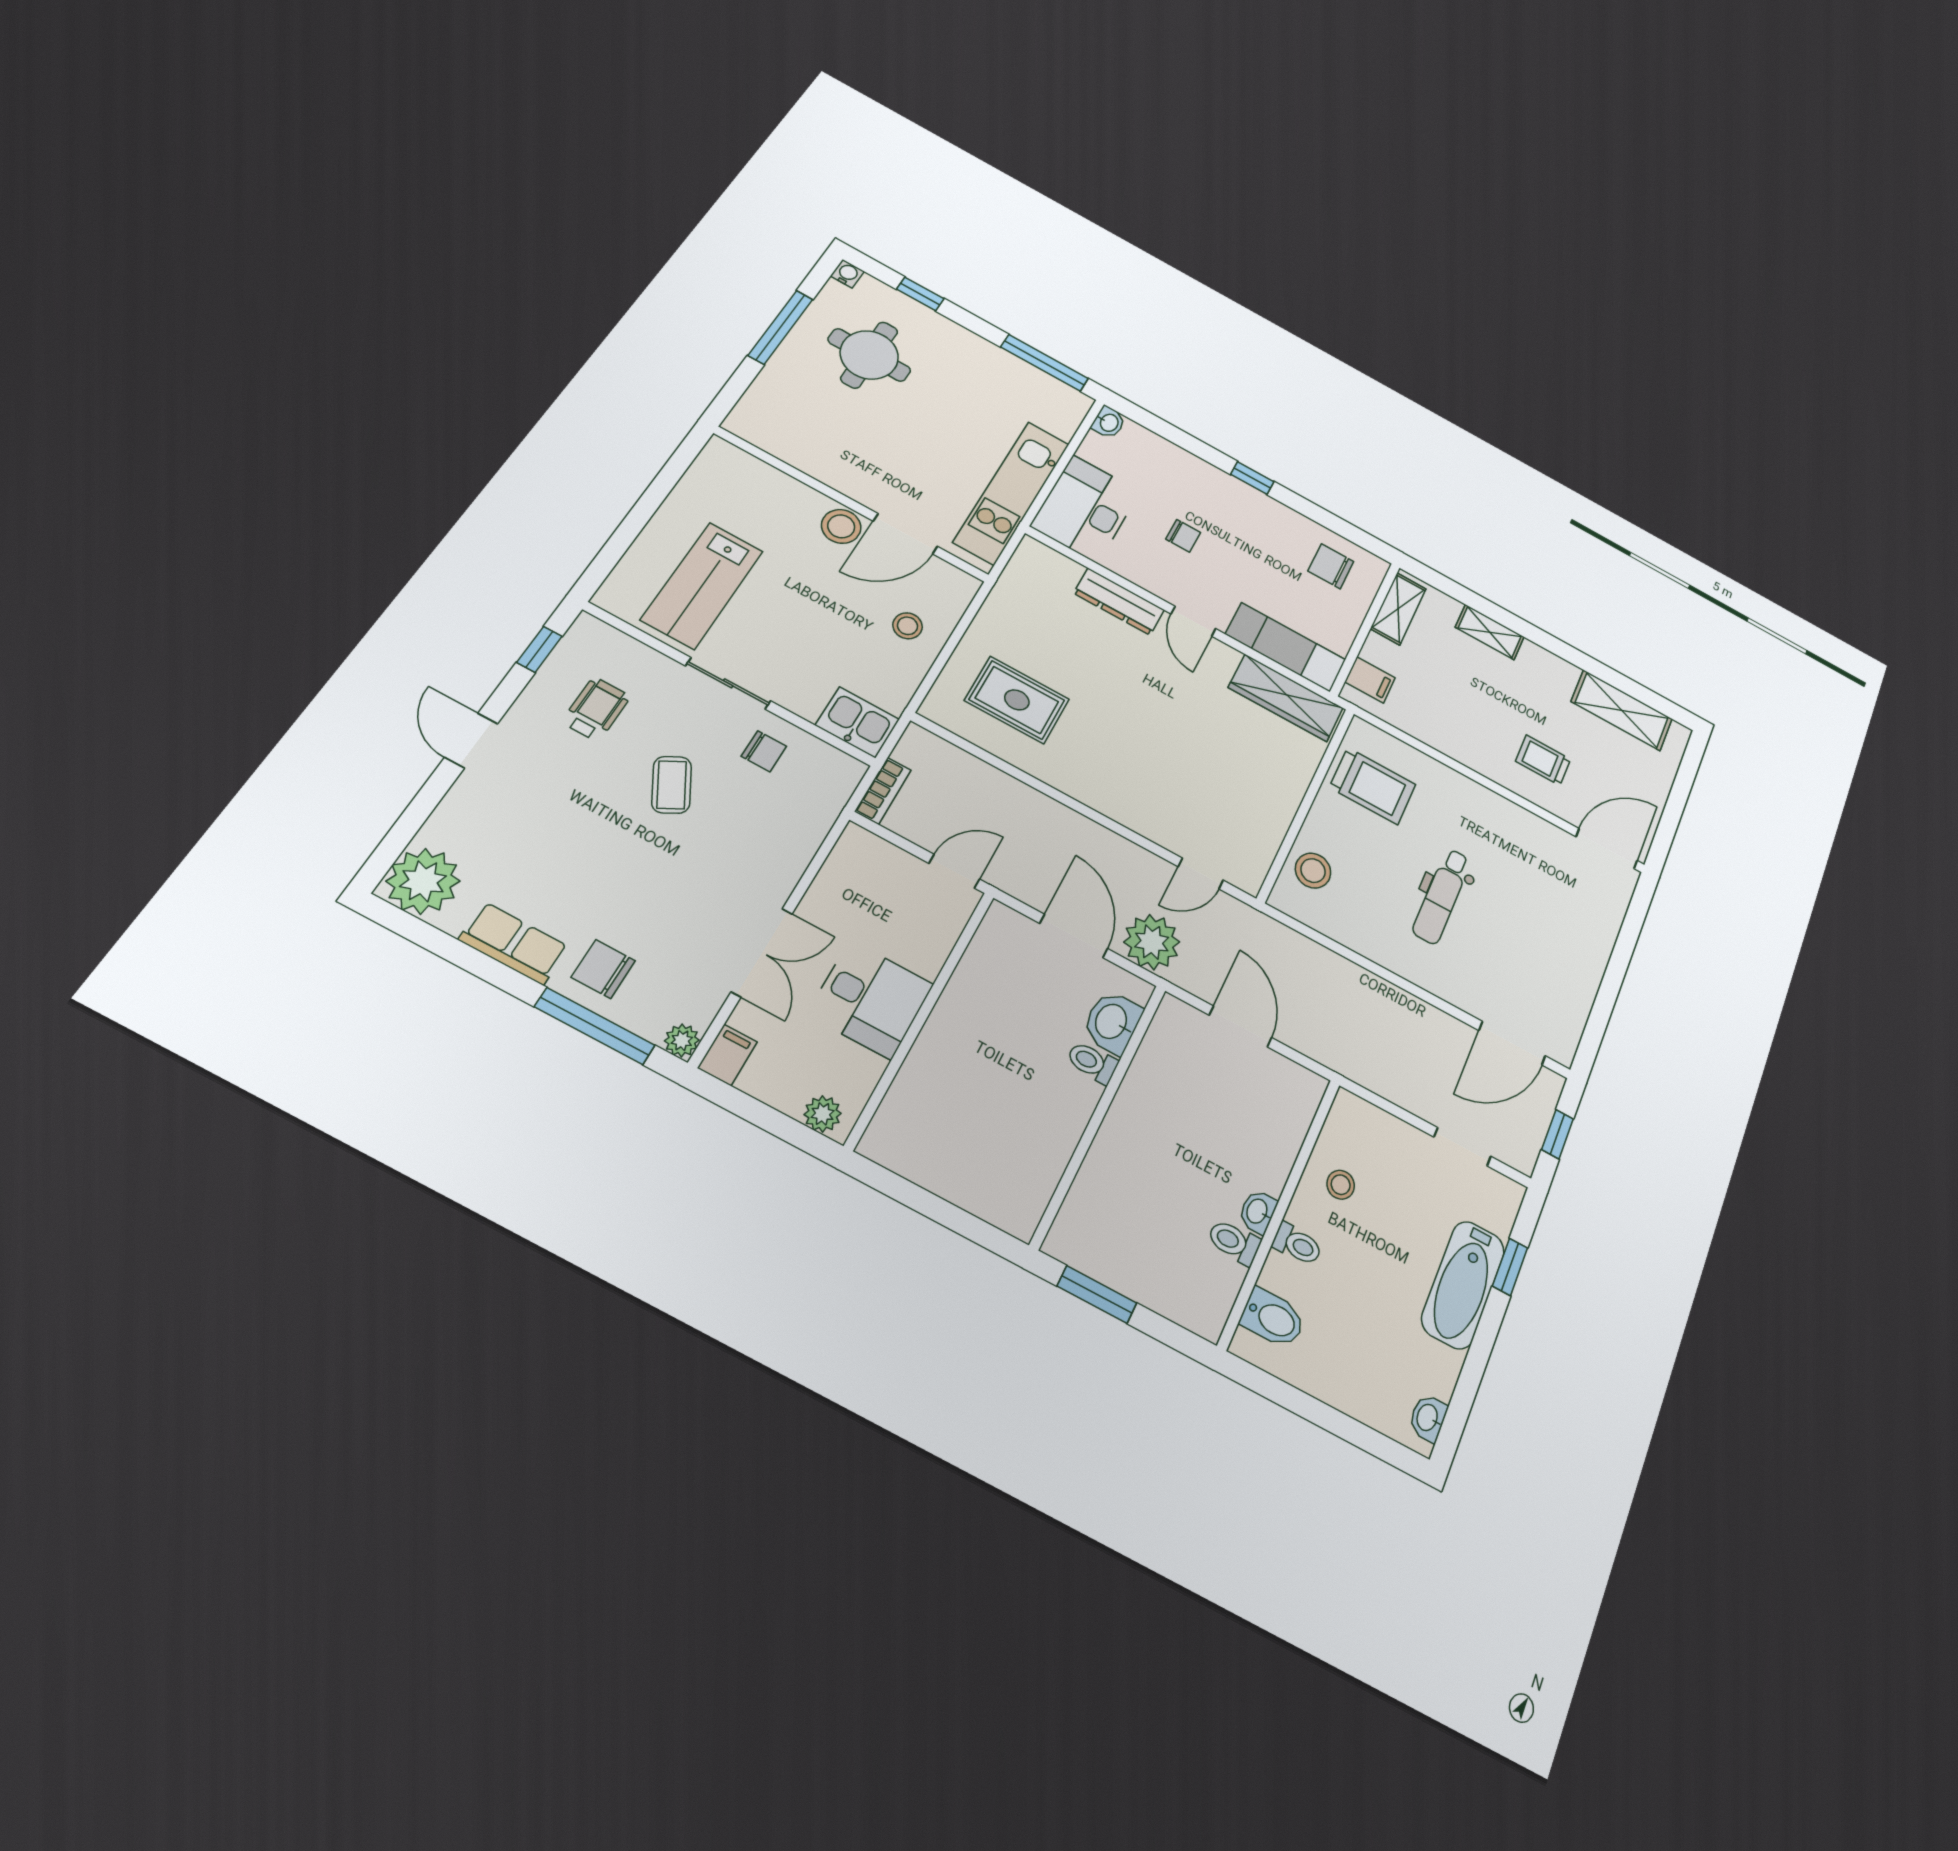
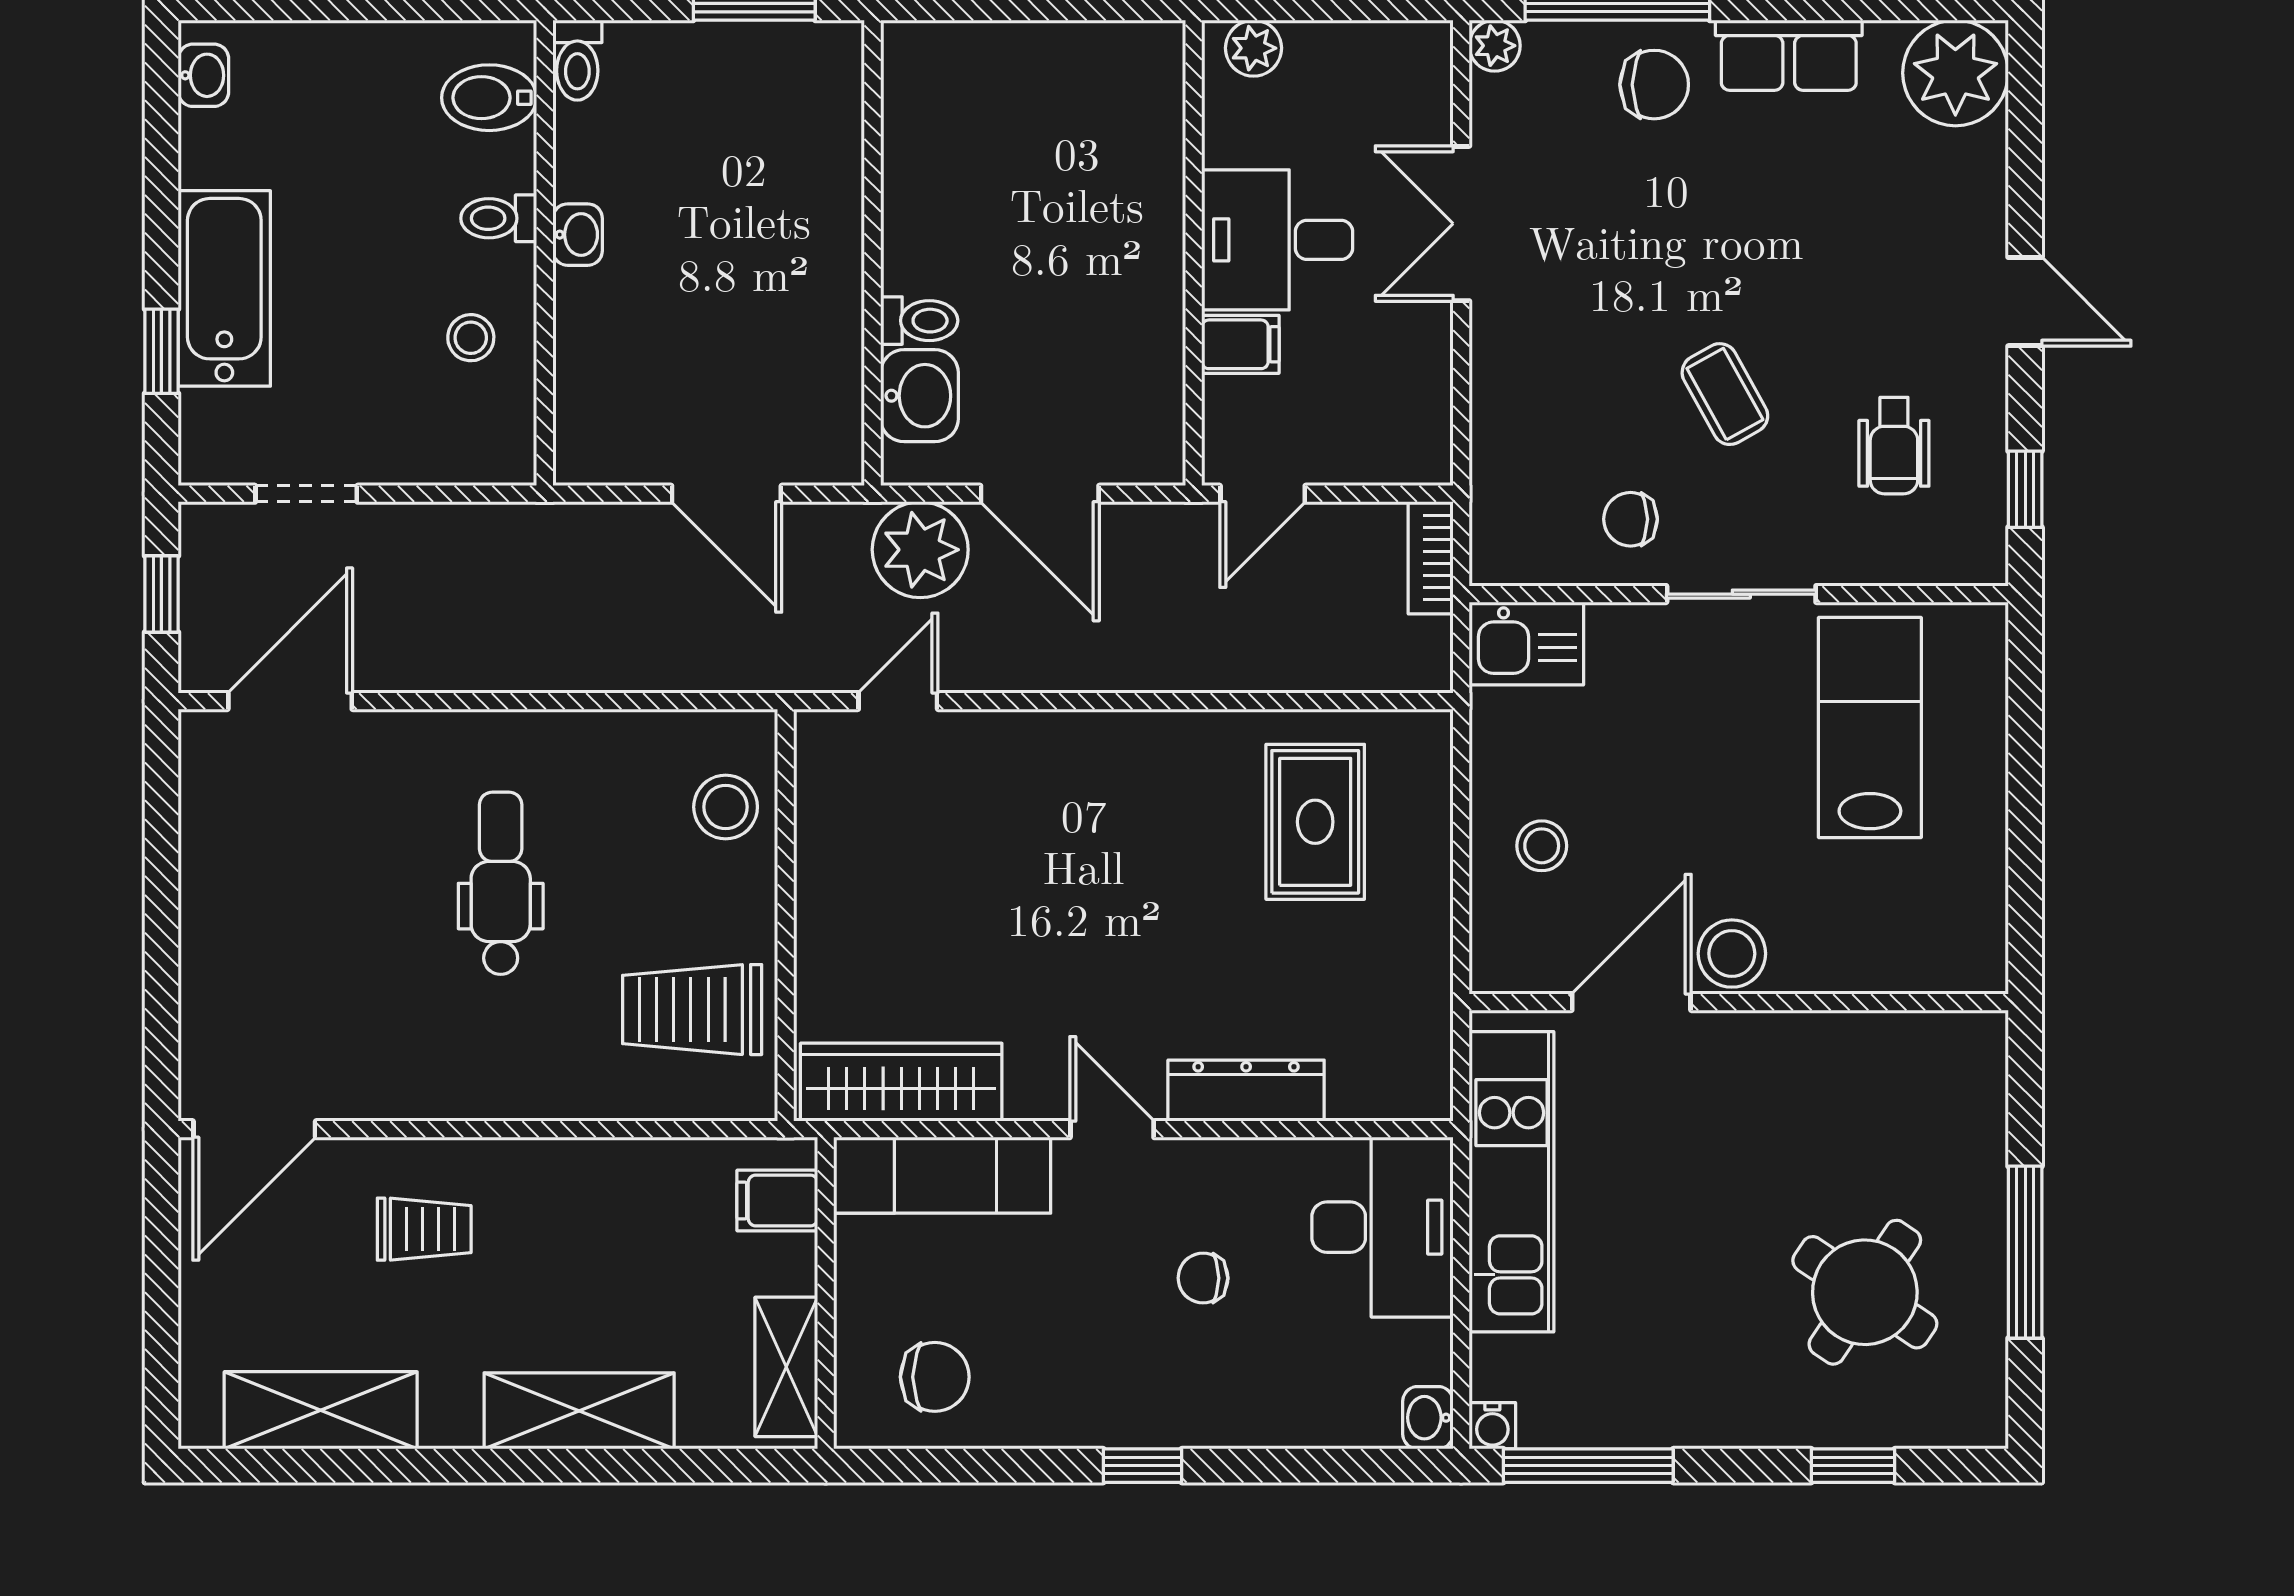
water cooler: (847, 274) -> (1492, 1426), moved
round table: (869, 355) -> (1865, 1292), turned 34
shelving: (1490, 632) -> (579, 1411), width x1.50, depth x1.33
rug: (1017, 700) -> (1315, 822), turned 90
filing cabinet: (727, 1055) -> (1240, 344), moved, turned -90
toilet: (1234, 1242) -> (577, 60), moved, turned 90

